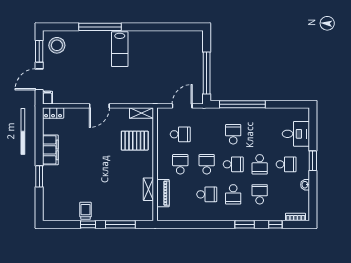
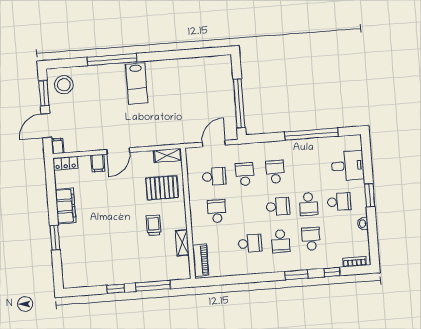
window: (242, 104) -> (311, 134), moved
filing cabinet: (81, 115) -> (98, 163), added
school desk: (207, 164) -> (245, 174), moved
piano: (163, 193) -> (201, 260), moved
trolley: (86, 211) -> (154, 225), moved

